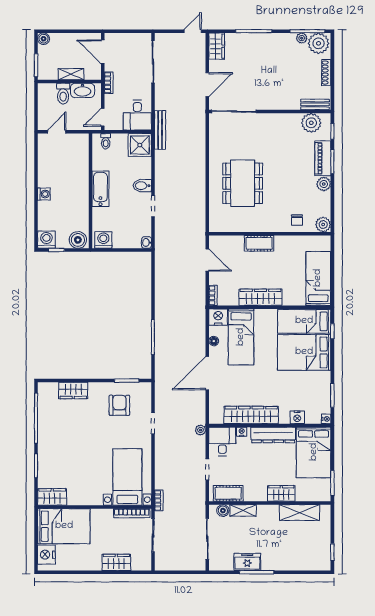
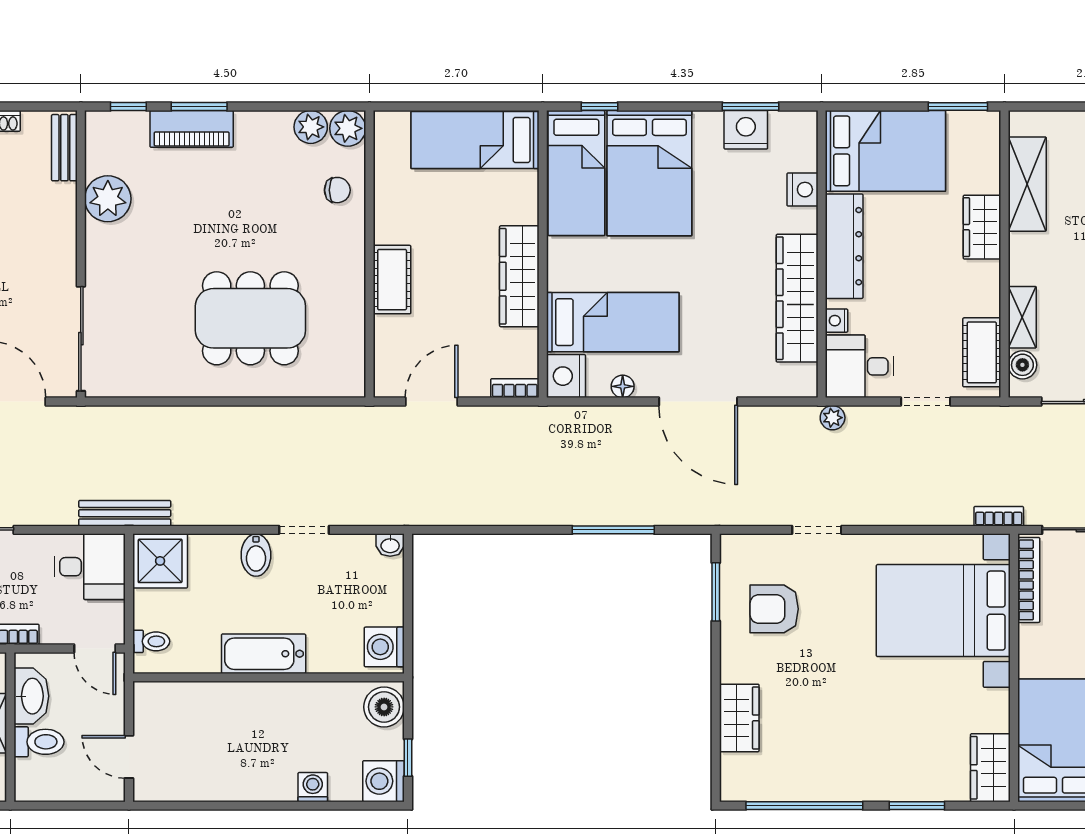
plant: (311, 123) -> (108, 199), moved
plant: (324, 184) -> (311, 127), moved
washing machine: (44, 194) -> (313, 787), moved
nightstand: (326, 419) -> (746, 130), moved, width x1.89, depth x1.79
bed with nightstands: (127, 477) -> (943, 611), width x1.36

